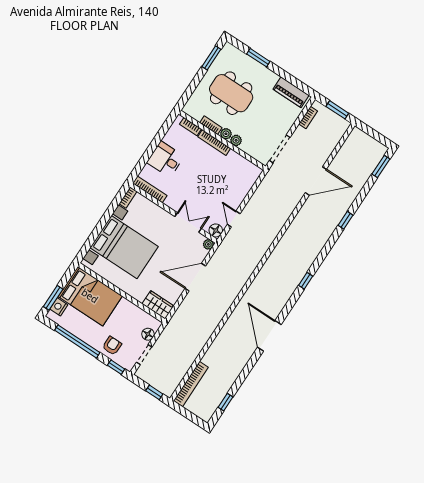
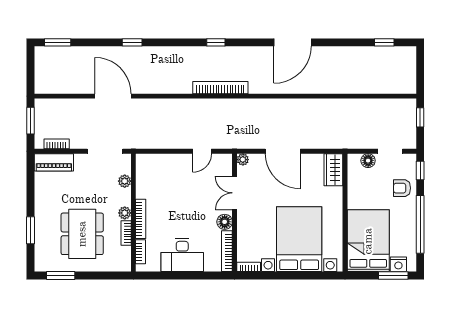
piano: (291, 92) -> (54, 162), moved, turned 90
plant: (236, 140) -> (125, 181), moved
desk: (165, 159) -> (182, 255), width x1.37
floor lamp: (216, 230) -> (225, 222), moved
bookcase: (191, 384) -> (220, 88), moved

